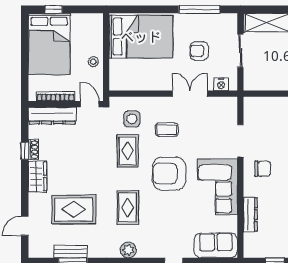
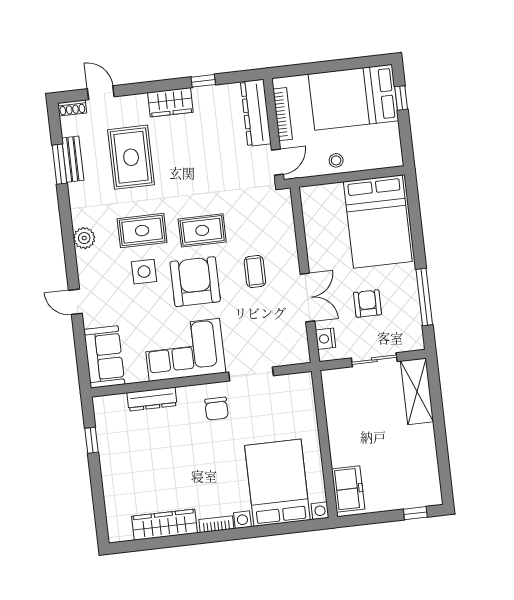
side table: (132, 119) -> (144, 272), moved
shoe rack: (33, 150) -> (72, 108), moved
rug: (128, 151) -> (202, 230), moved

